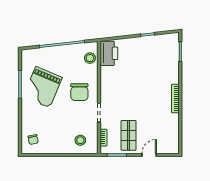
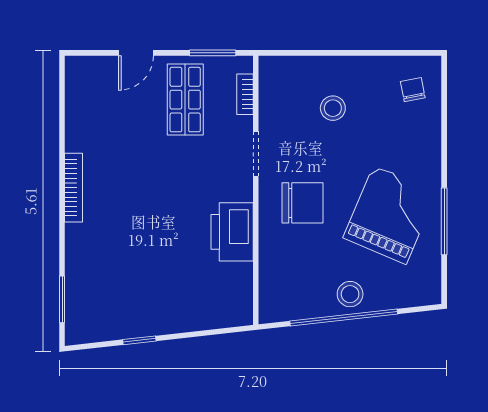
printer: (109, 53) -> (232, 232), moved
stool: (90, 58) -> (350, 294), moved
chair: (79, 92) -> (303, 203), turned 90
stool: (80, 140) -> (333, 108), moved

